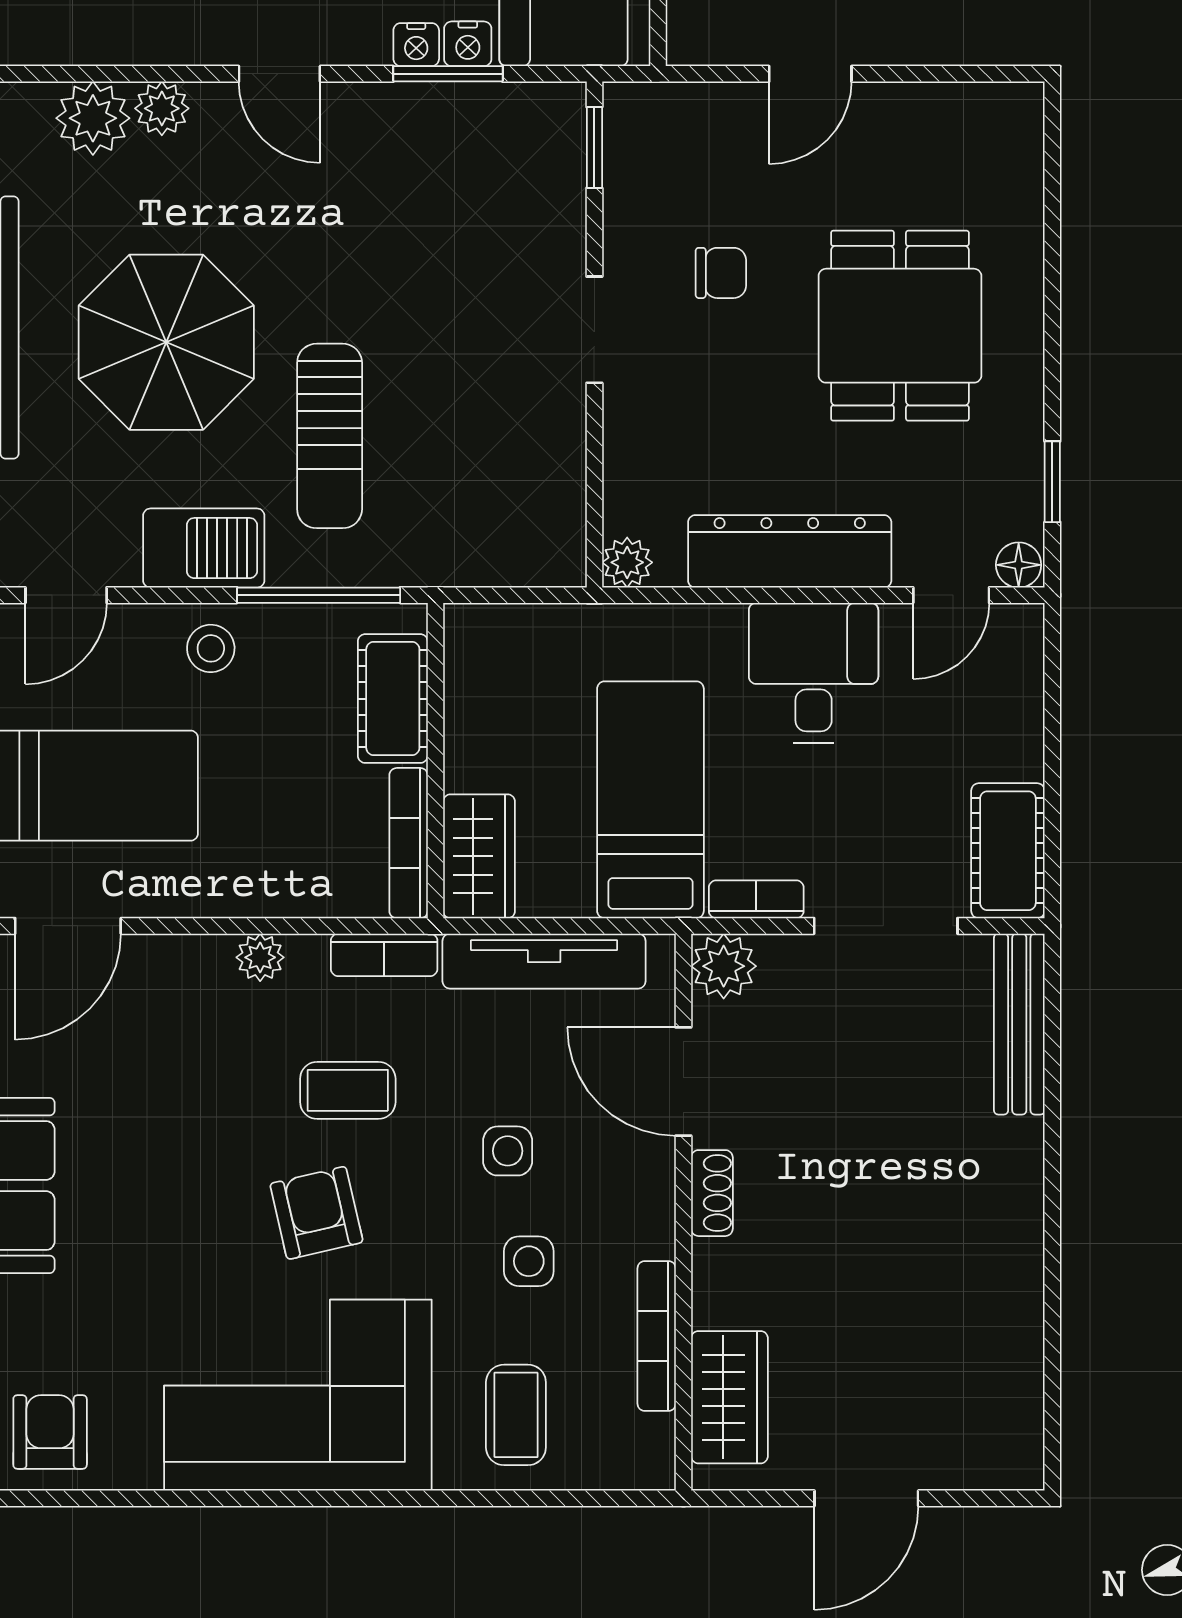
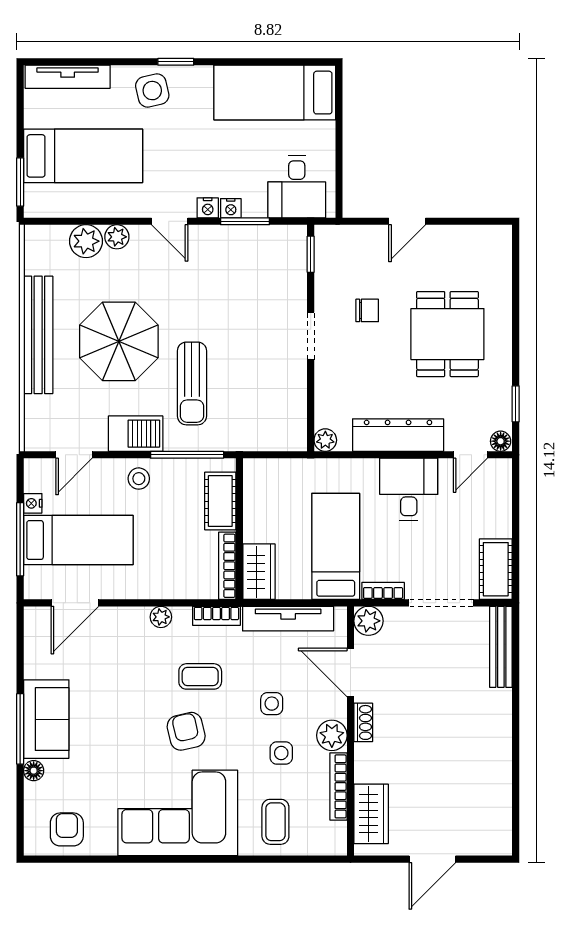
nightstand: (468, 44) -> (208, 208), moved
plant: (642, 1222) -> (332, 735), added

